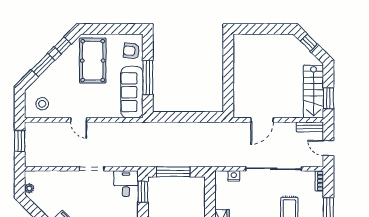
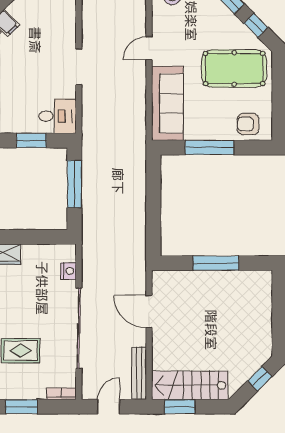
armchair: (131, 51) -> (248, 124), turned -96
window: (228, 73) -> (216, 263), added
sofa: (132, 92) -> (167, 103), moved, turned 90
bench: (310, 127) -> (139, 373), width x1.36
window: (143, 192) -> (31, 140), moved

